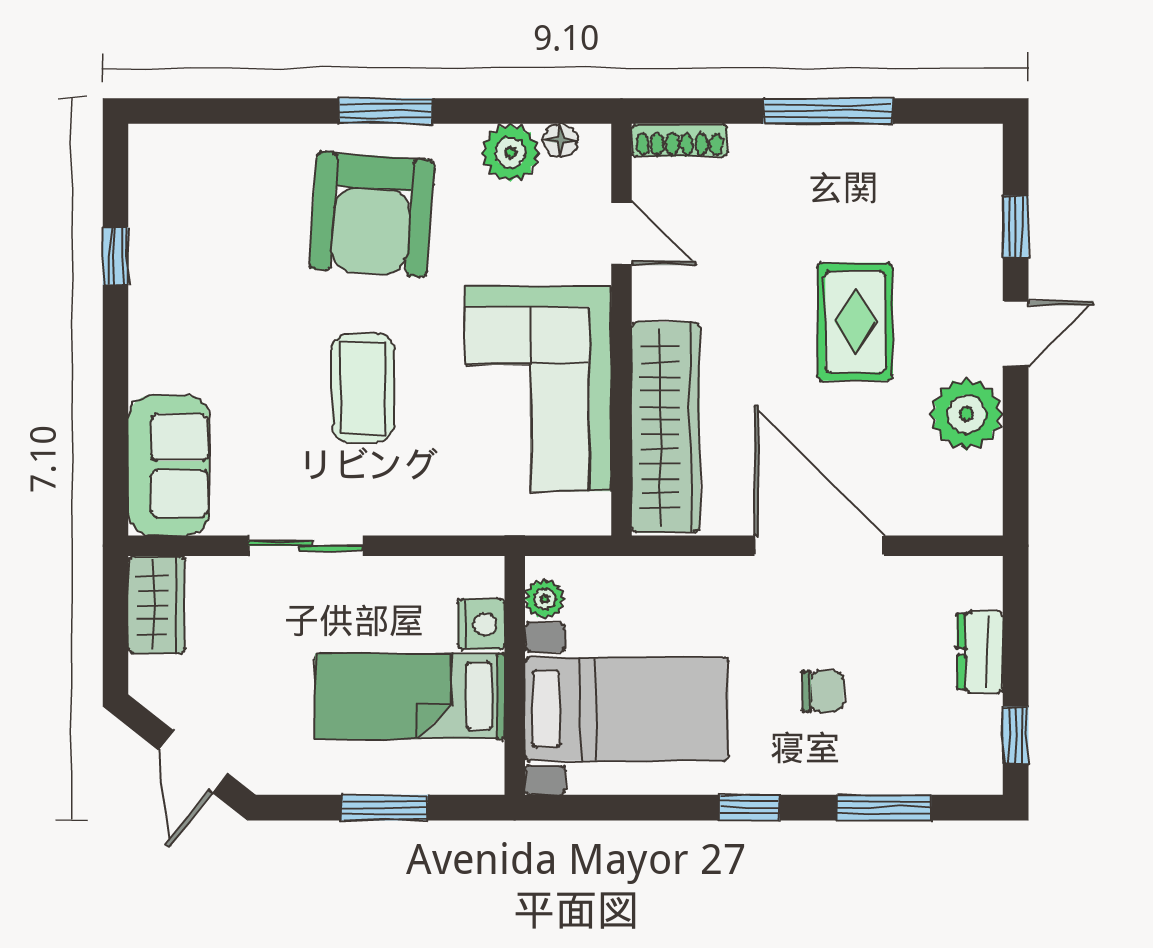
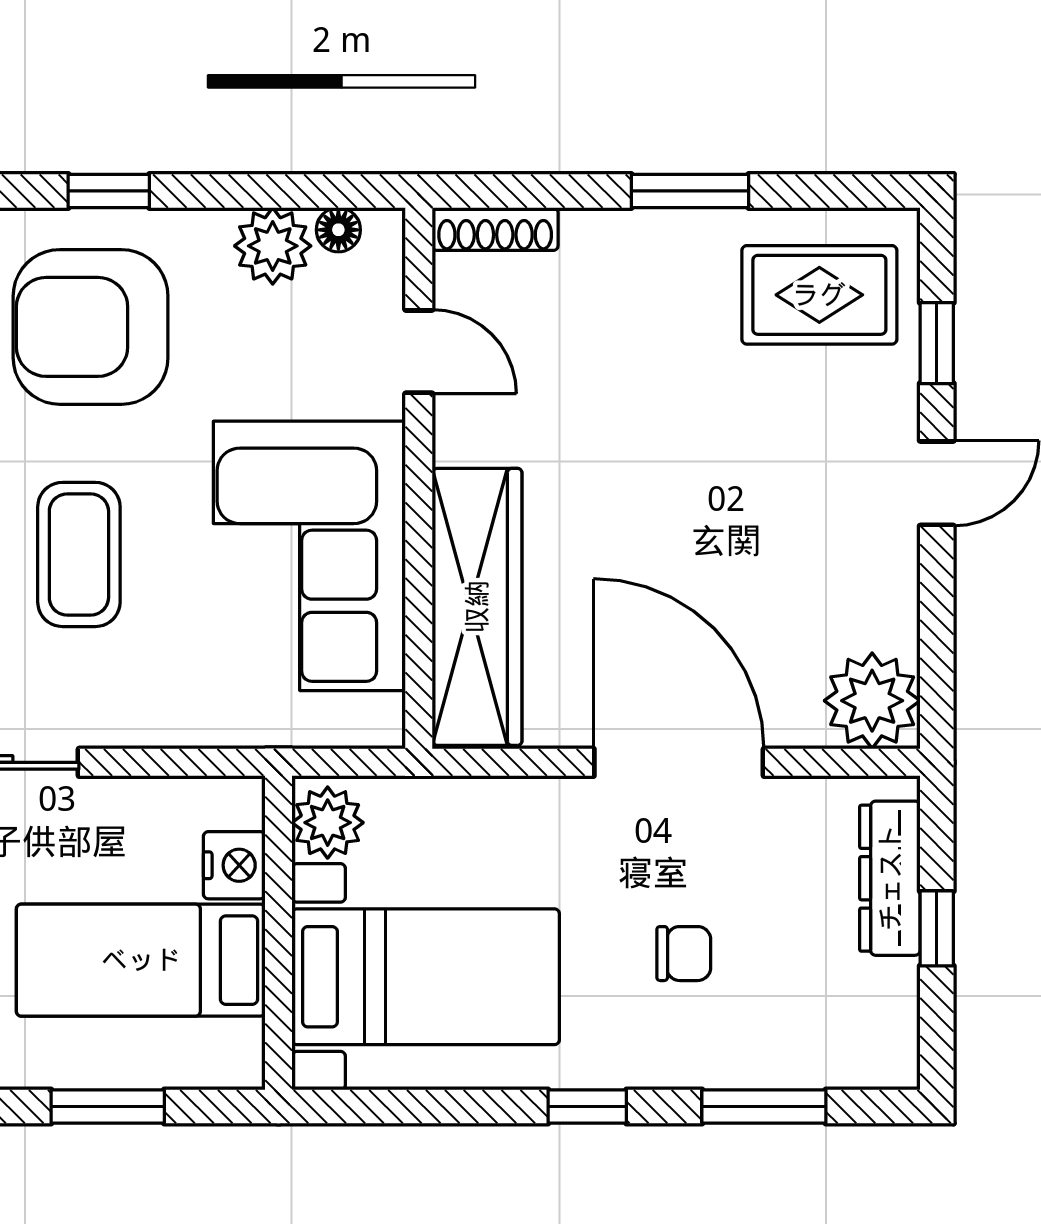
window: (386, 111) -> (109, 191), width x0.67
window: (828, 111) -> (690, 191), width x0.69
armchair: (372, 214) -> (91, 327), turned 86
rug: (855, 322) -> (819, 295), moved, turned 90
plant: (966, 414) -> (872, 701), moved
plant: (545, 599) -> (328, 823), width x1.38, depth x1.38
dresser: (980, 652) -> (890, 878), width x1.44
window: (1016, 735) -> (937, 928), moved

